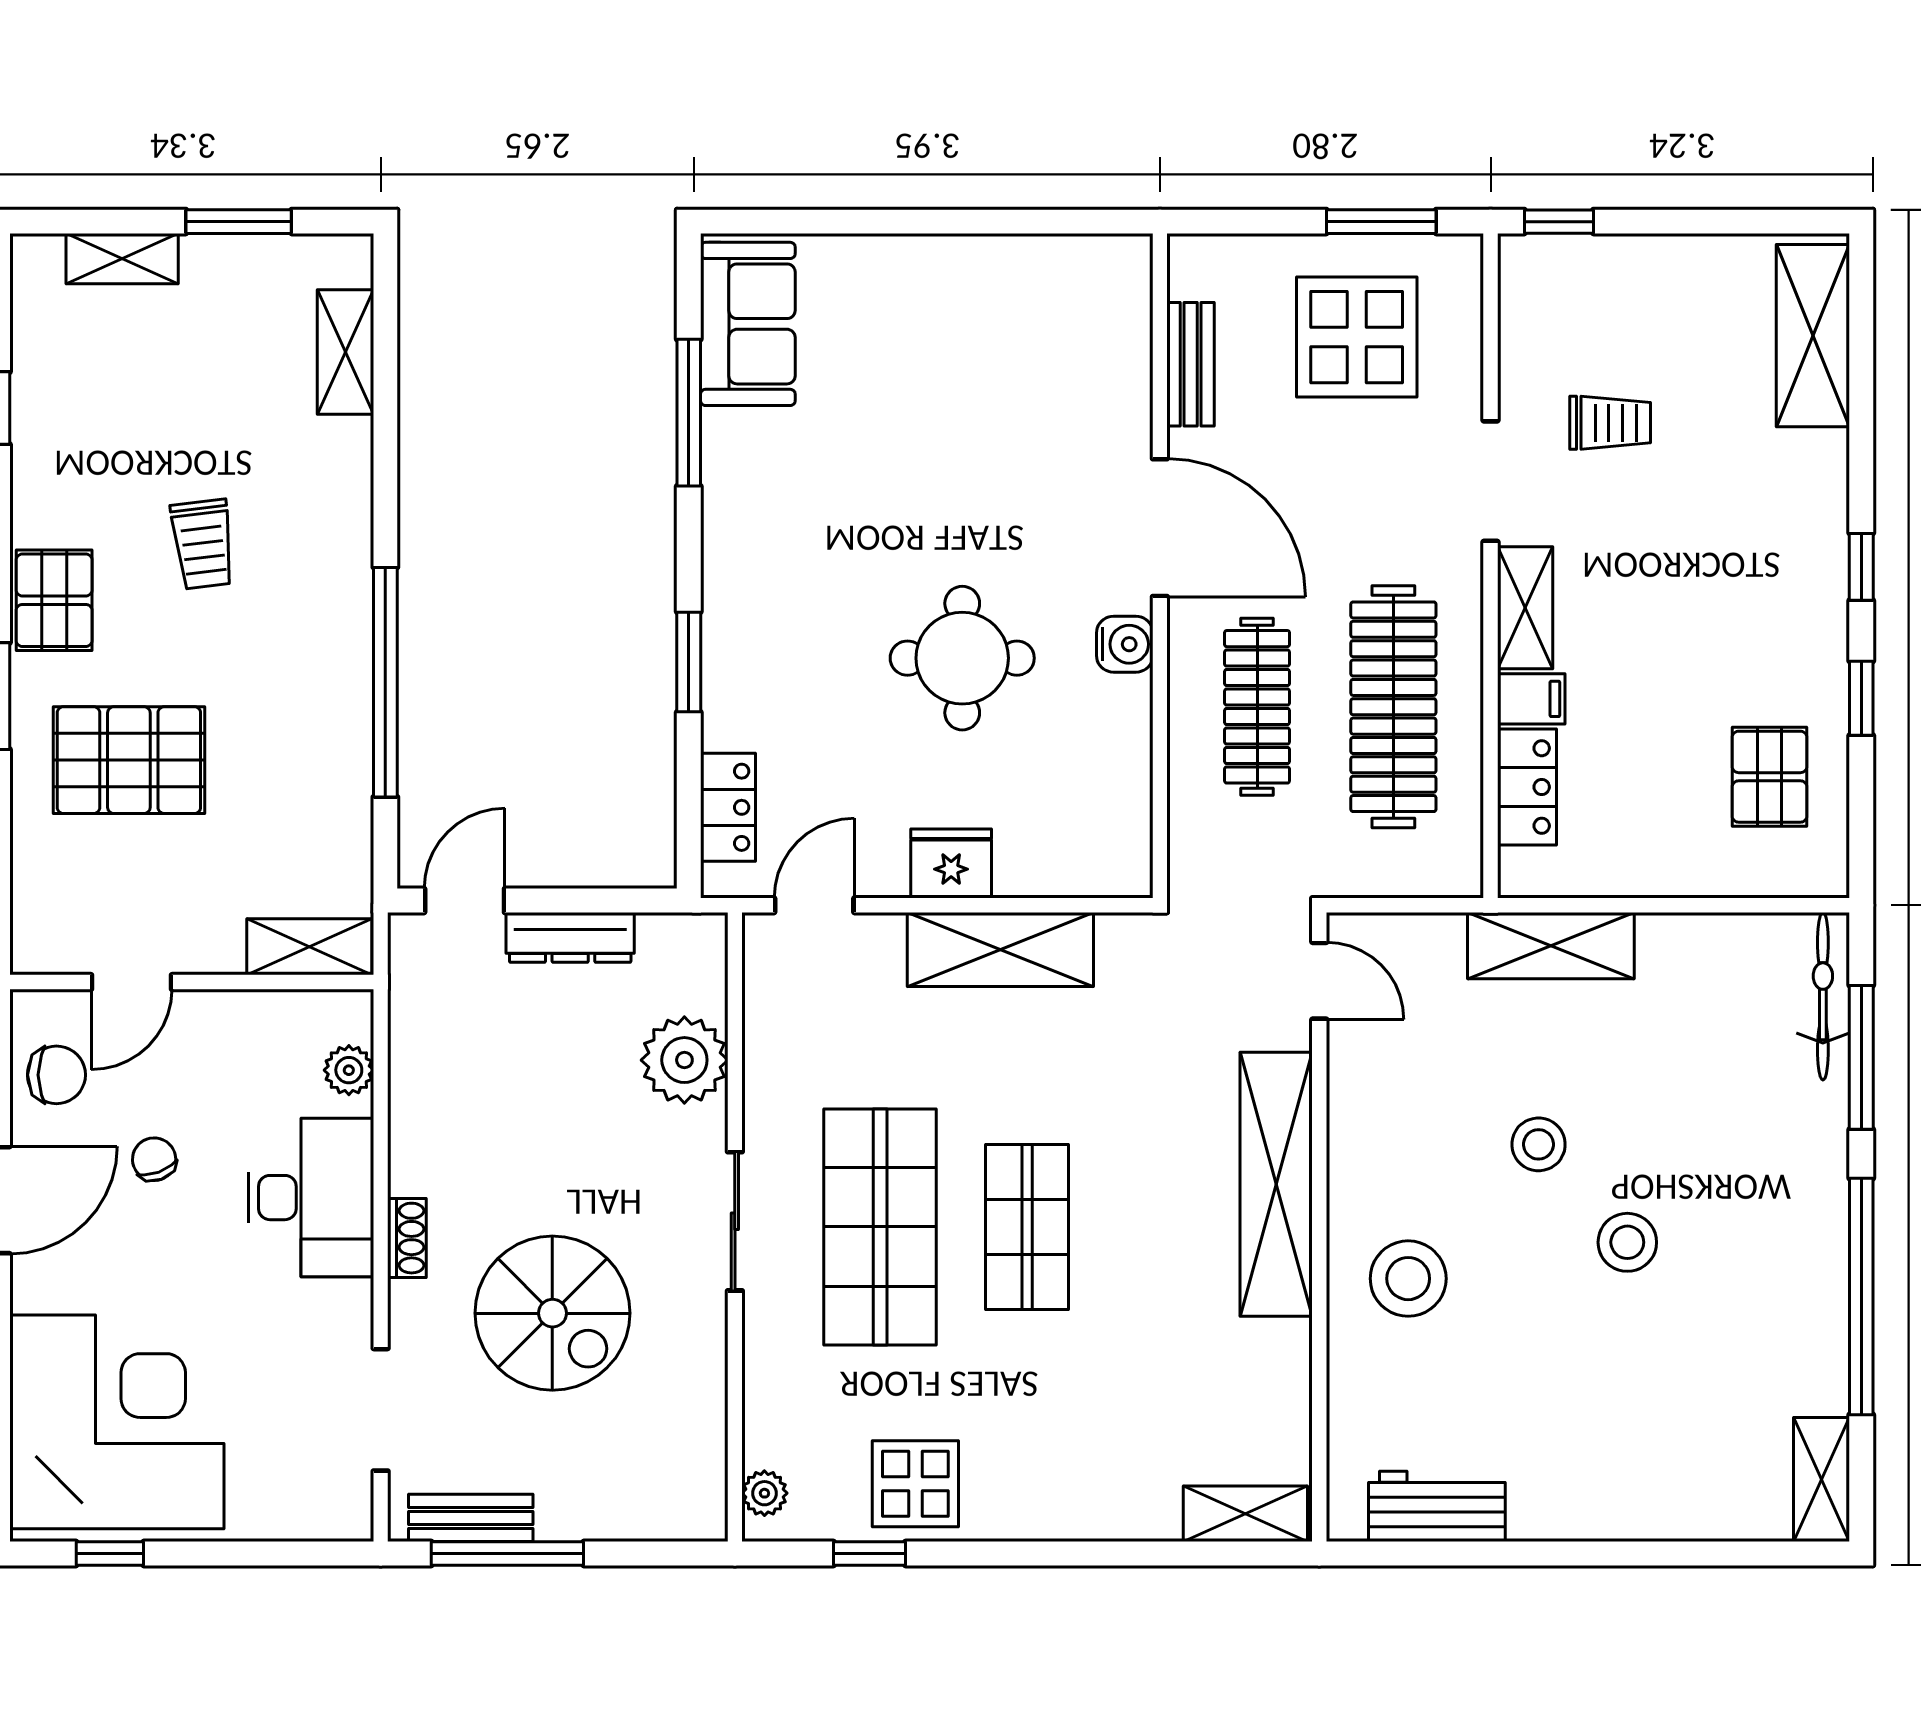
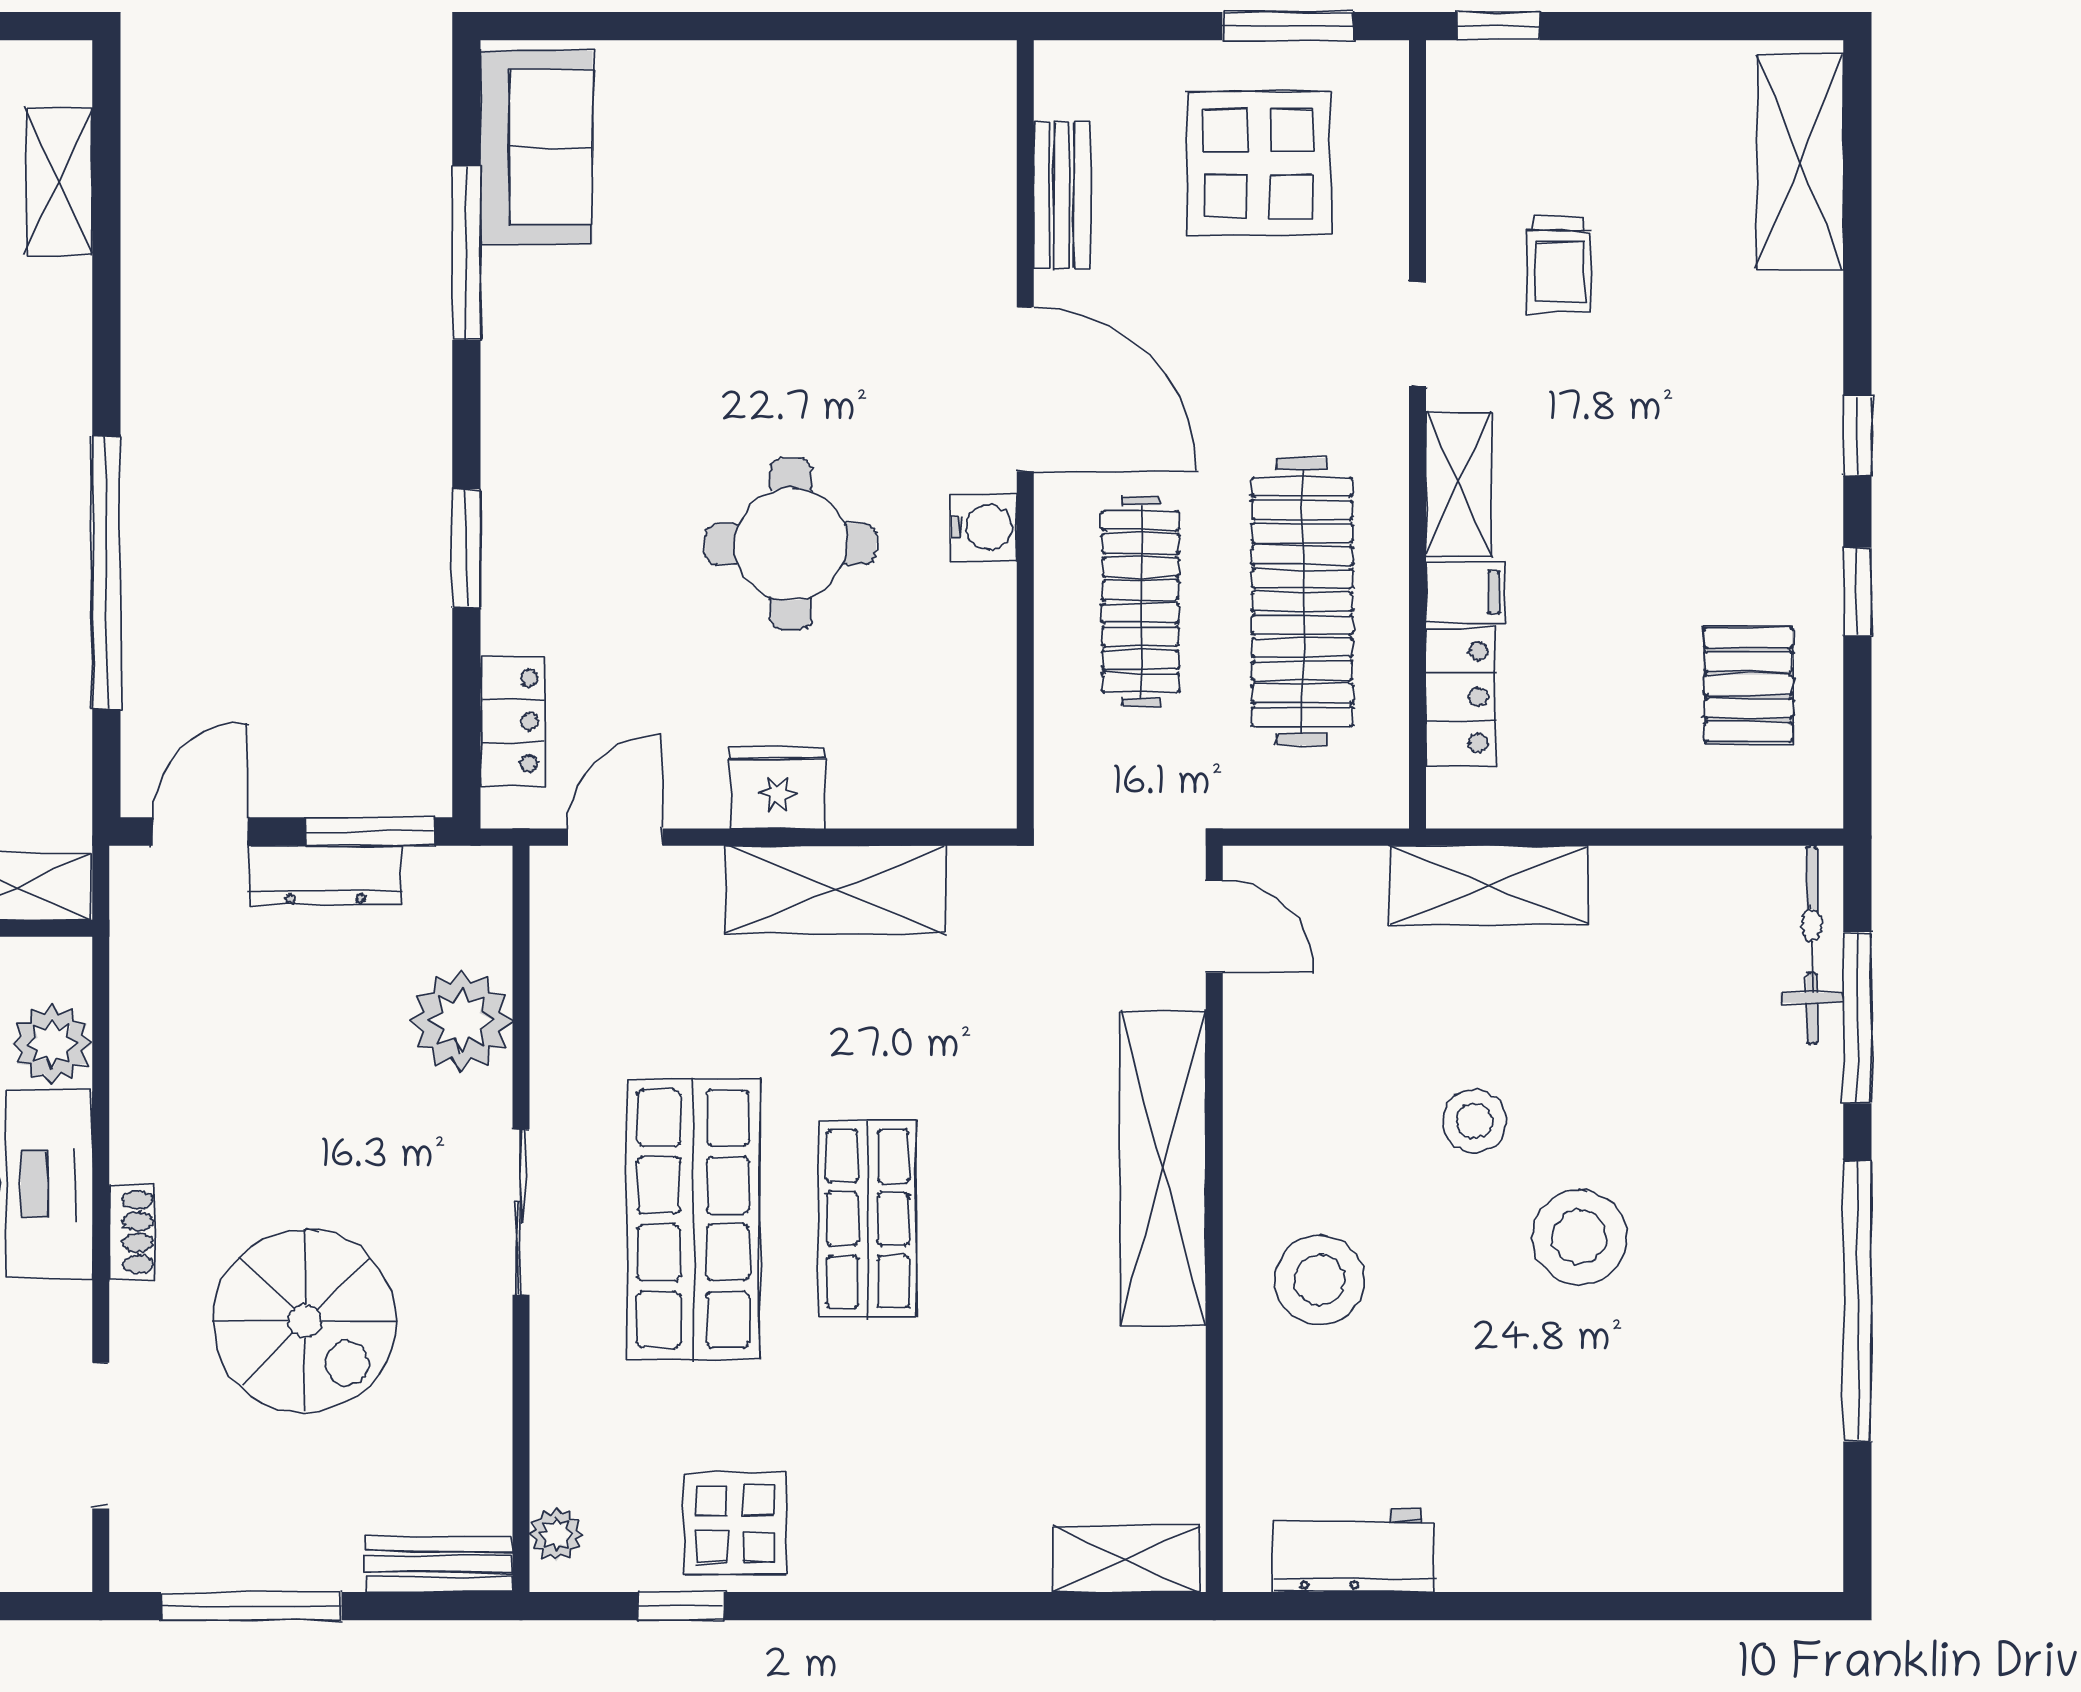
trolley: (1610, 423) -> (1559, 265), turned 90
doorway: (1491, 481) -> (1417, 334), width x0.73
window: (608, 901) -> (370, 832), added
plant: (349, 1070) -> (52, 1044), width x1.38, depth x1.38
stool: (1627, 1242) -> (1580, 1237), width x1.38, depth x1.38
shelving: (1821, 1479) -> (1810, 1518), removed
bench: (471, 1518) -> (439, 1564), moved

